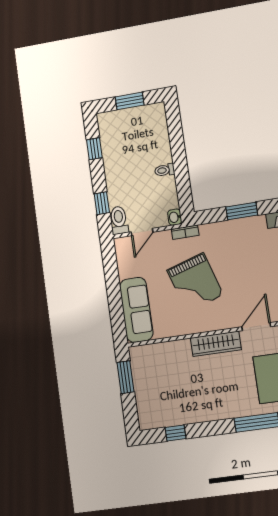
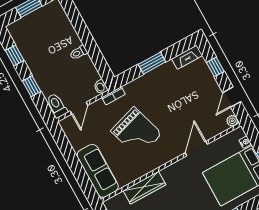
window: (102, 203) -> (32, 86), moved
wardrobe: (216, 344) -> (144, 188), moved

